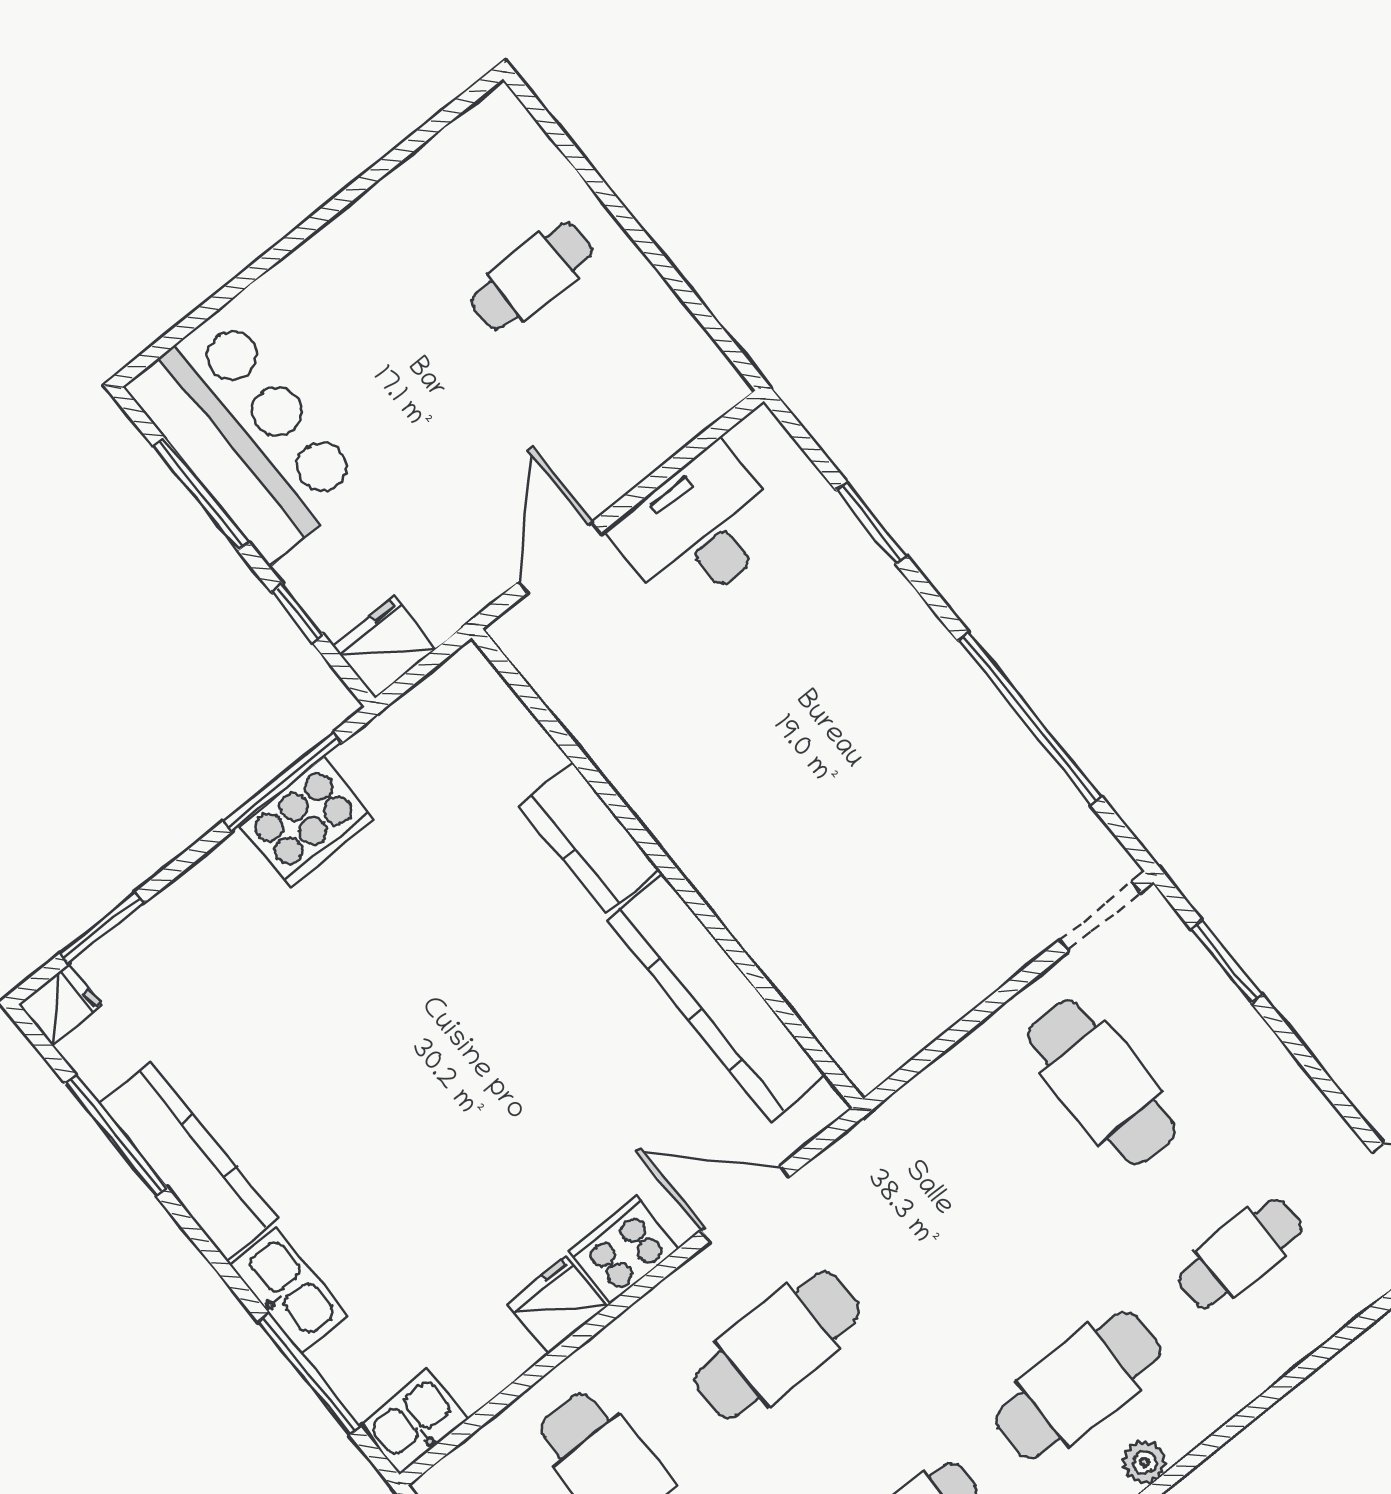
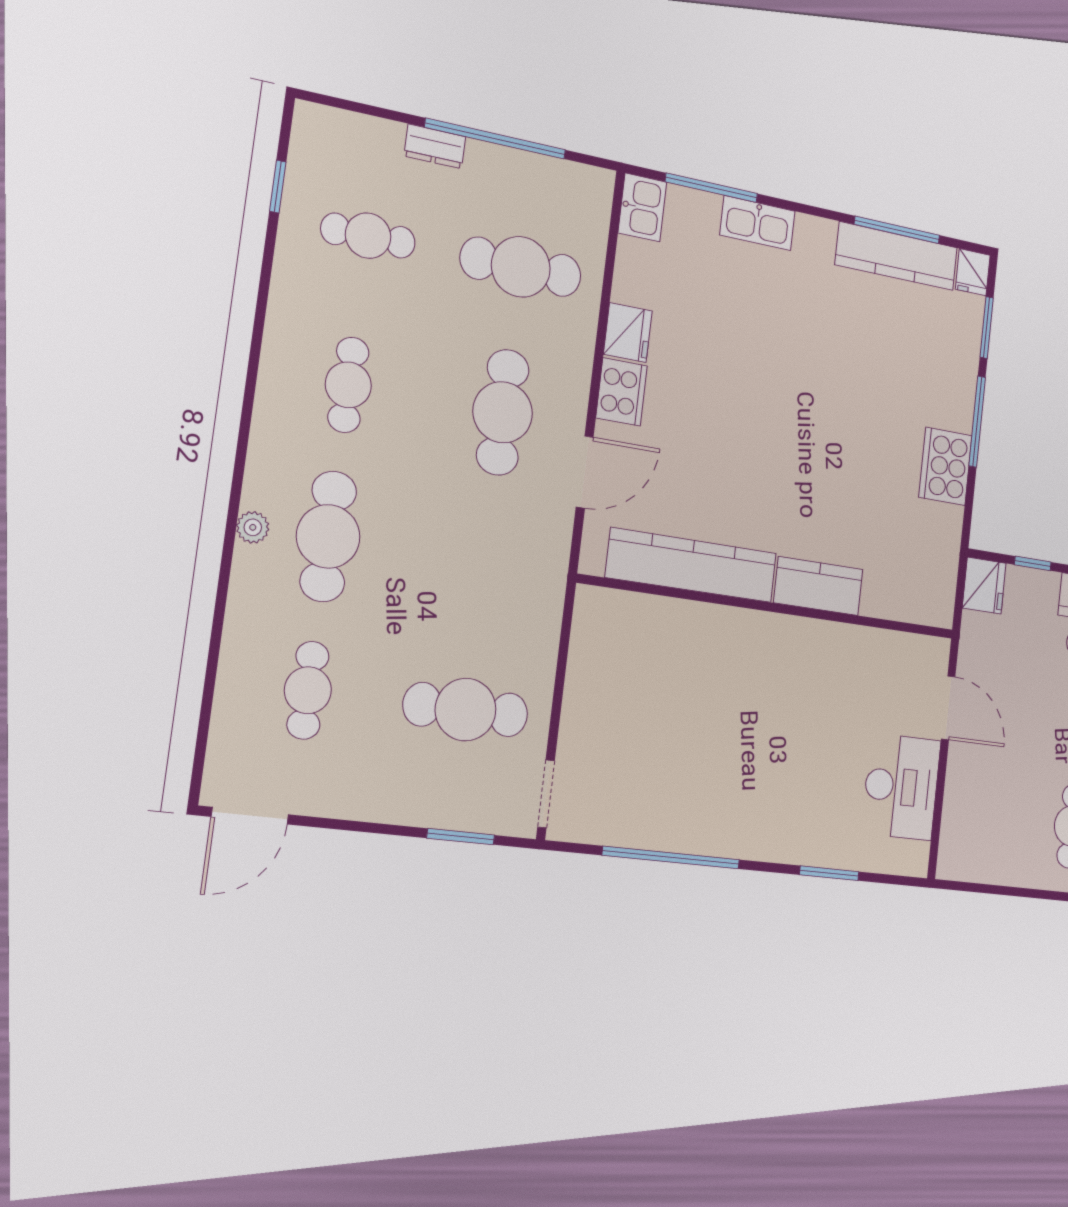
window: (283, 782) -> (977, 422), moved
kitchen counter: (189, 1161) -> (897, 256), moved

